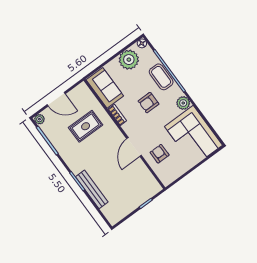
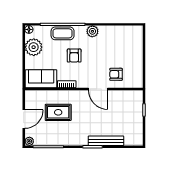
rug: (86, 126) -> (58, 112), turned 90
corner sofa: (193, 136) -> (121, 41), removed

